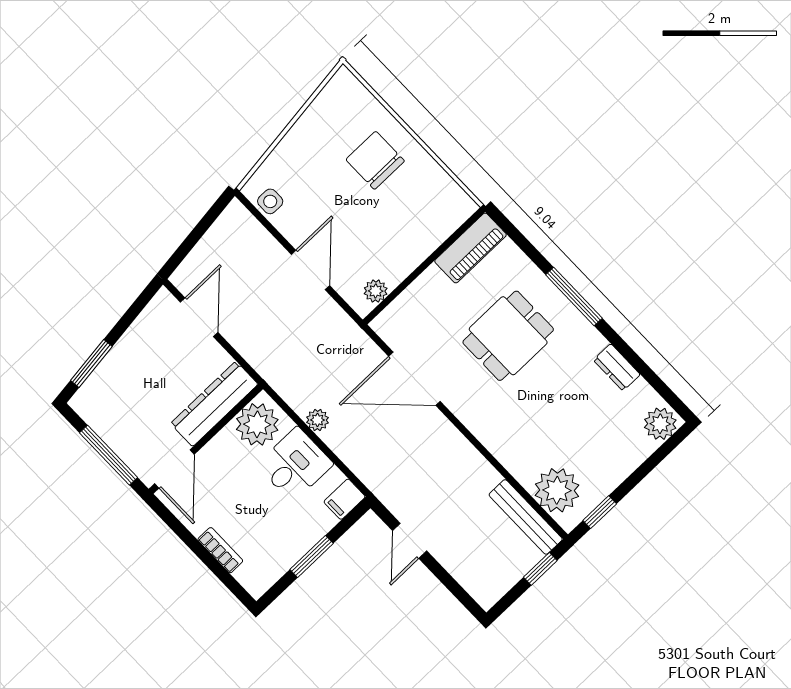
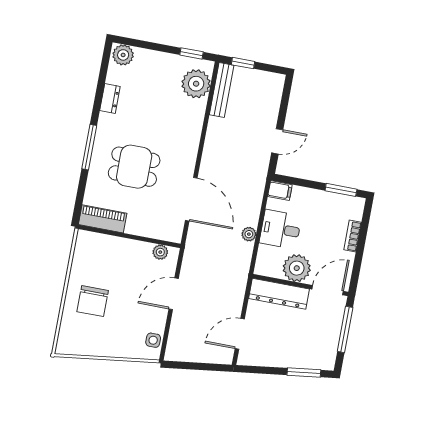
plant: (257, 424) -> (297, 268), moved
window: (312, 556) -> (341, 190), moved

